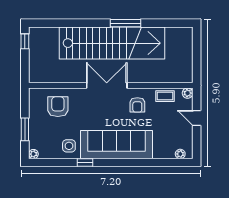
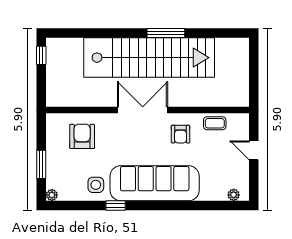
plant: (188, 93) -> (243, 120), removed

